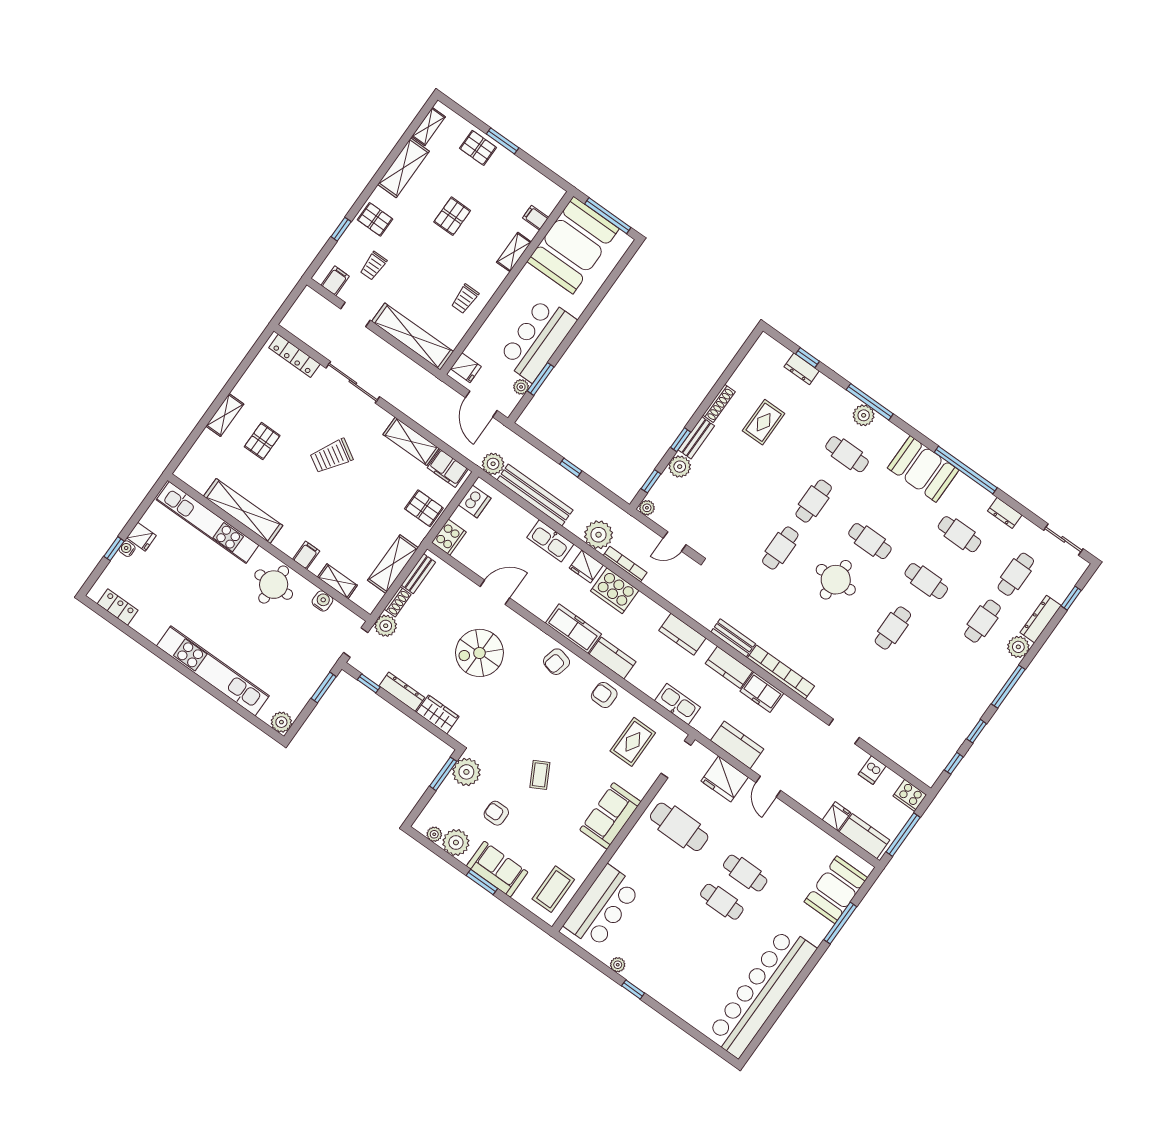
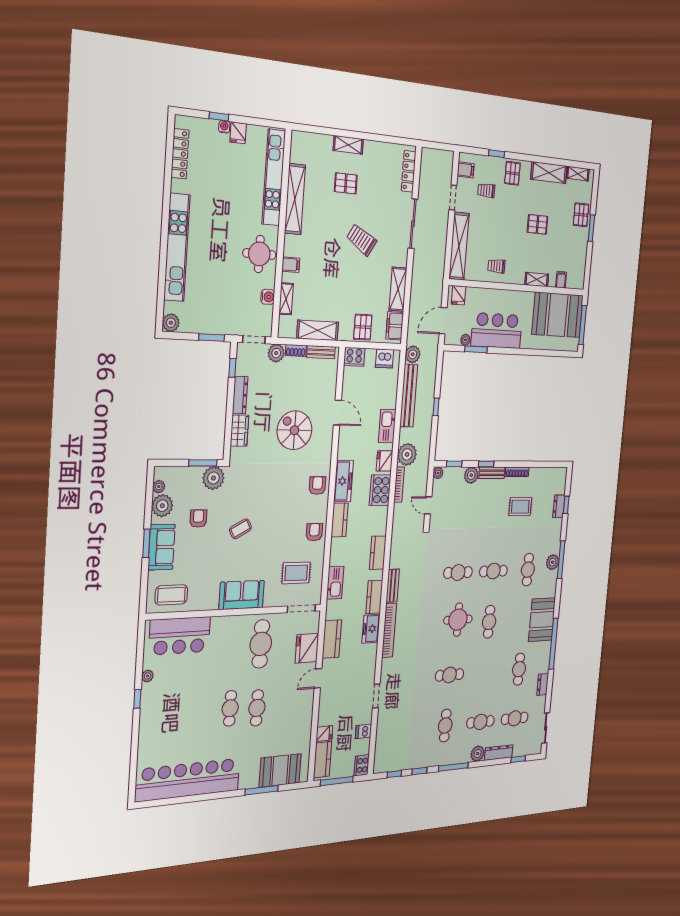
cafe table: (926, 581) -> (445, 726), moved
locker: (118, 607) -> (180, 154), width x1.53
armchair: (557, 662) -> (317, 486), turned 76

